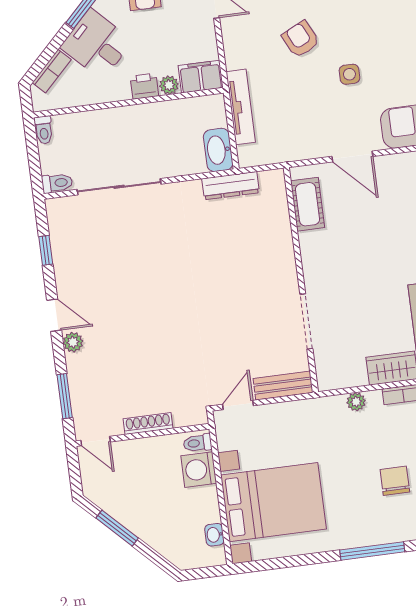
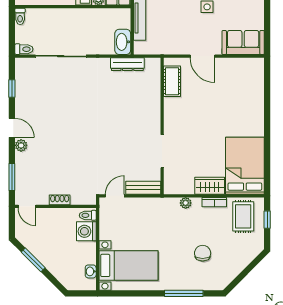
shoe rack: (148, 424) -> (60, 200), width x0.70
bed with nightstands: (273, 502) -> (128, 265), width x0.73

